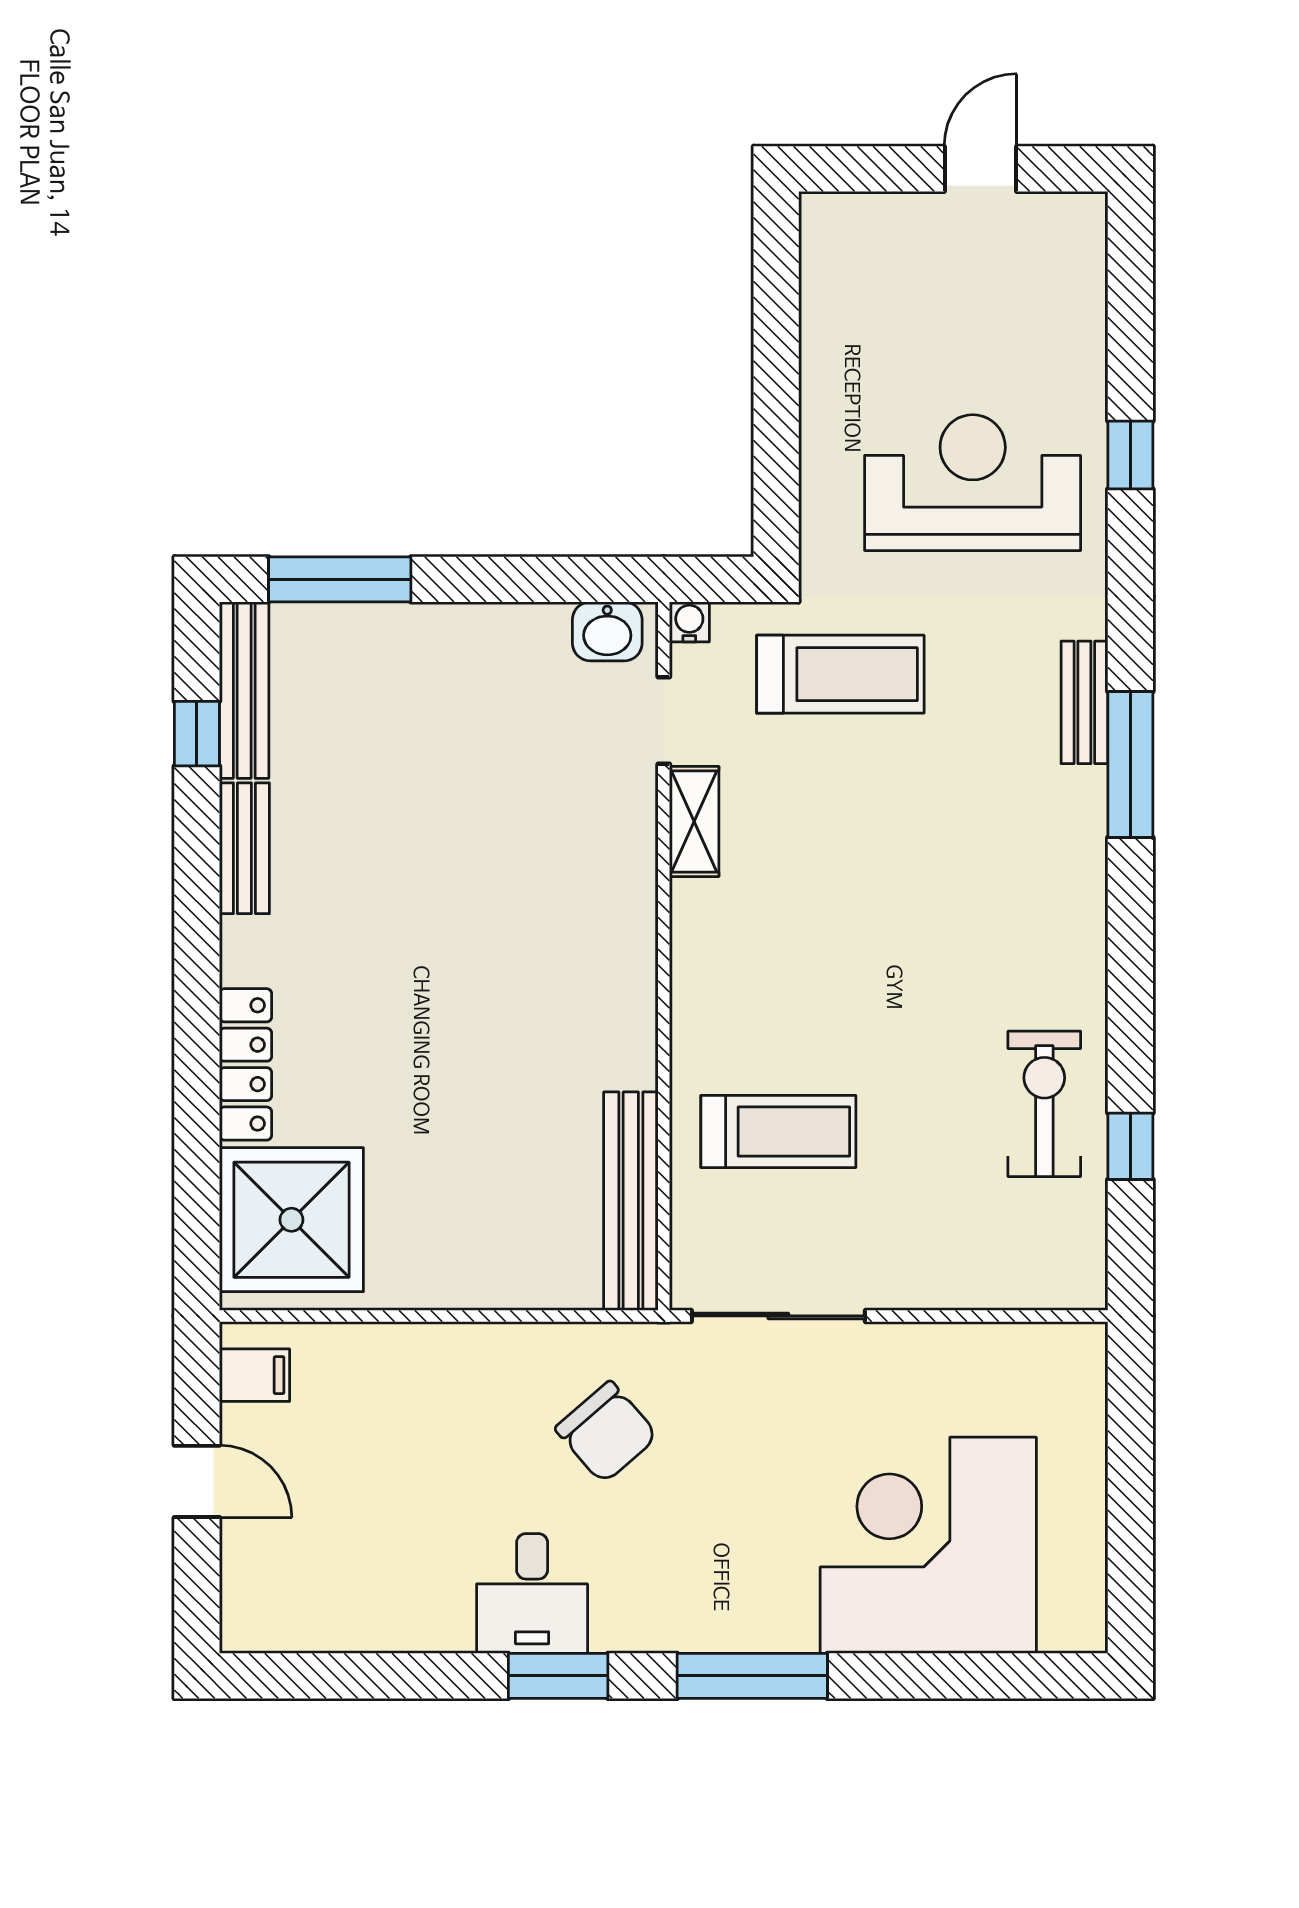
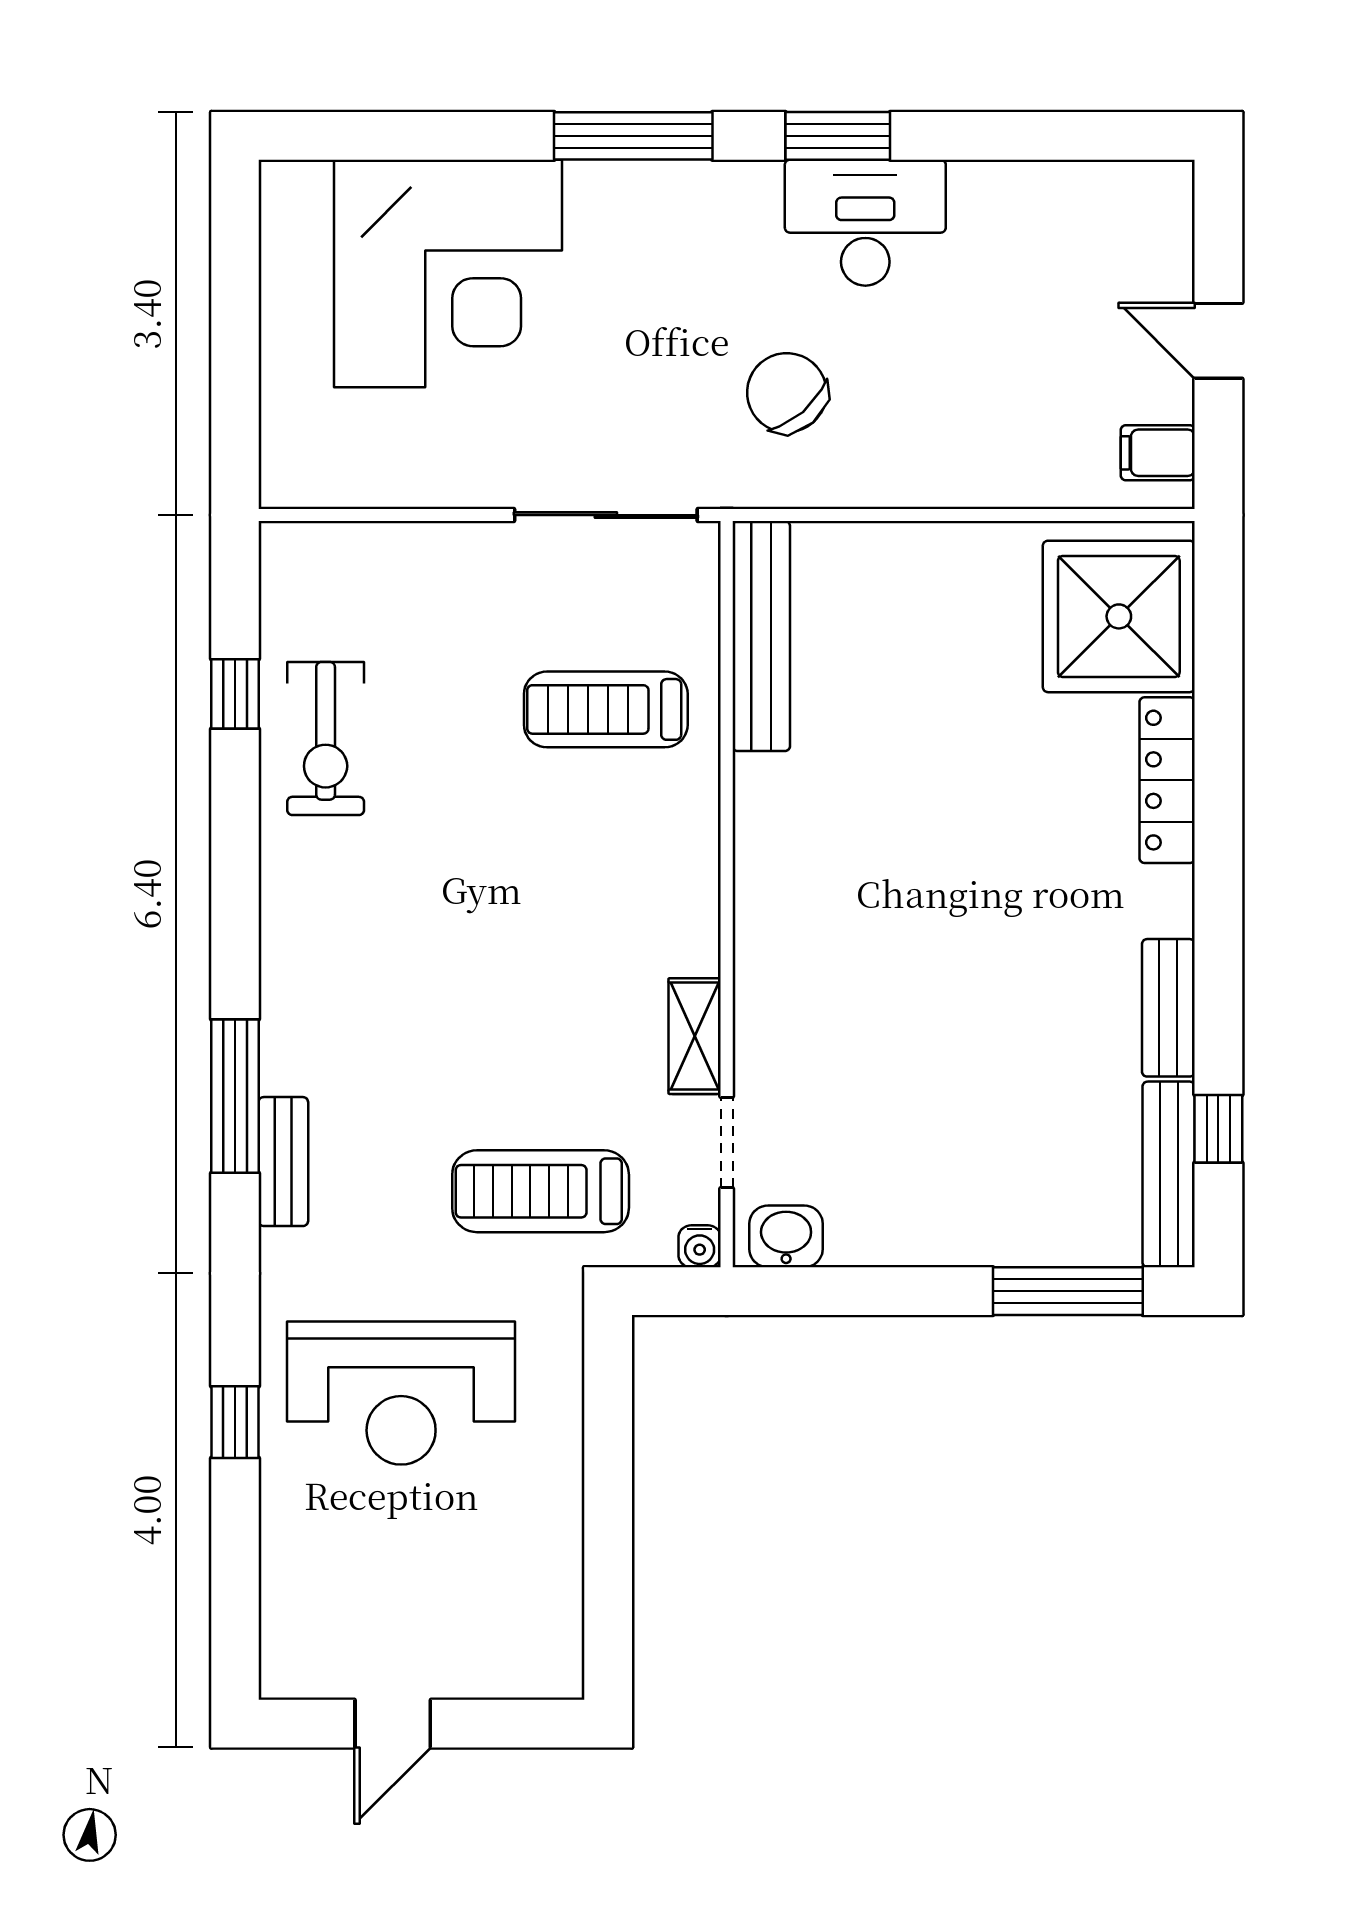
desk: (532, 1593) -> (865, 223), width x1.37

